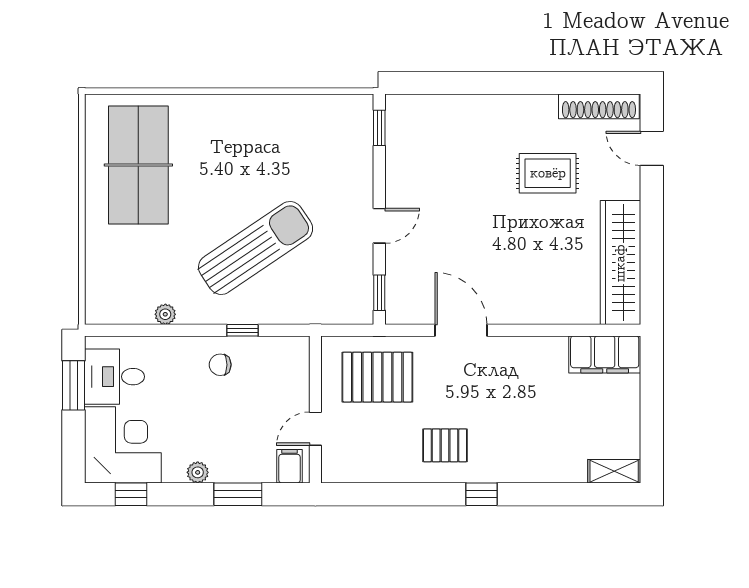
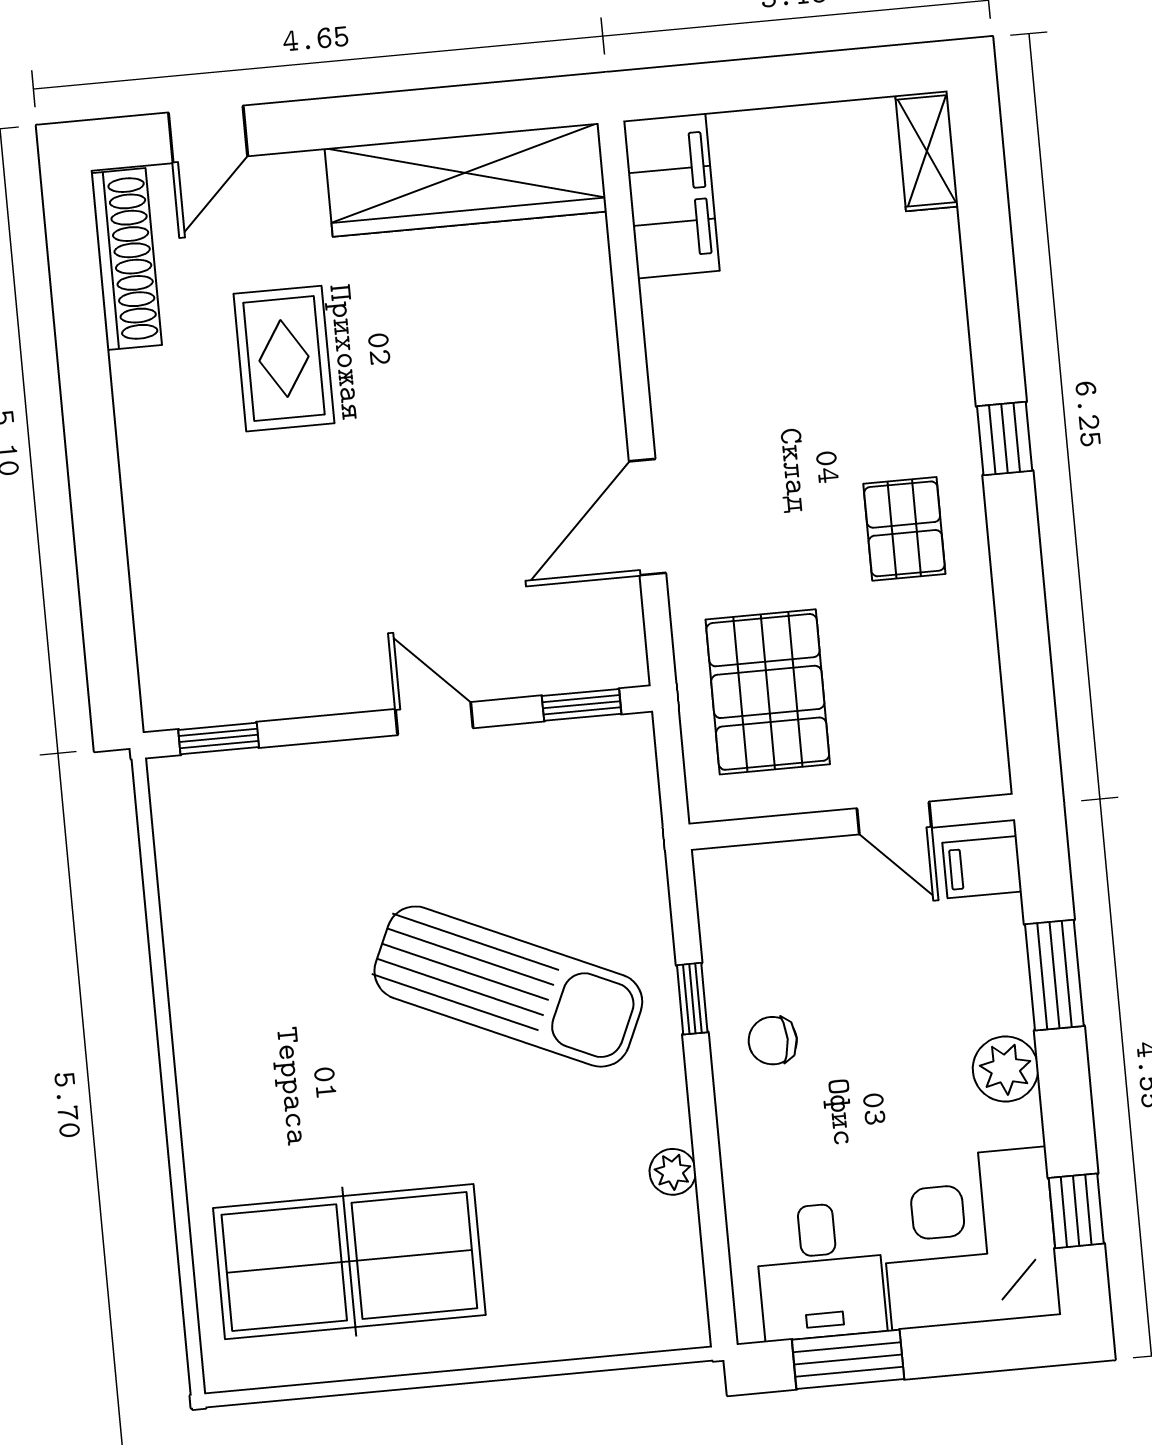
sun lounger: (256, 248) -> (508, 987), turned 148
chair: (220, 365) -> (773, 1041), turned 90
plant: (198, 472) -> (1006, 1069), width x1.38, depth x1.38

